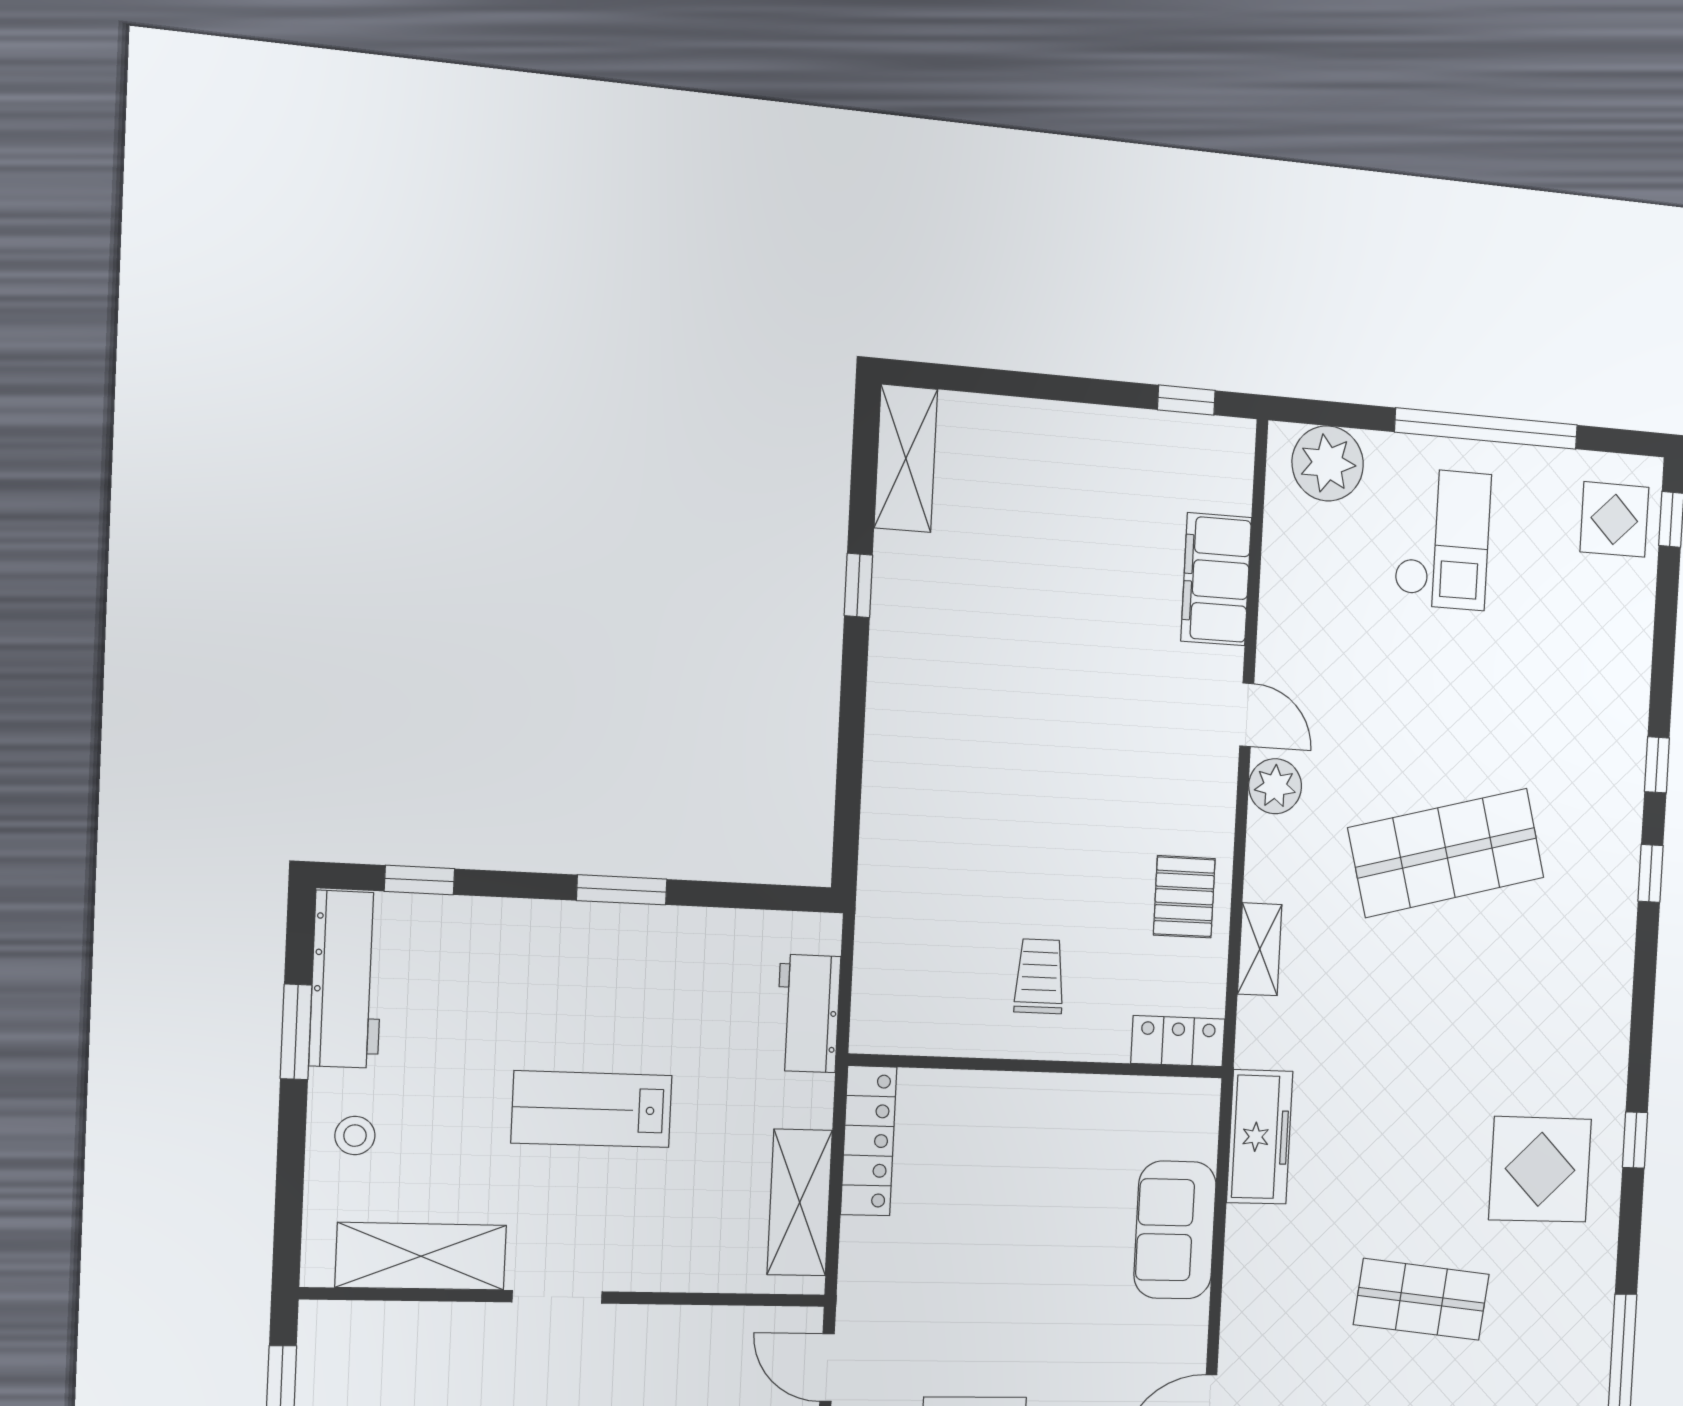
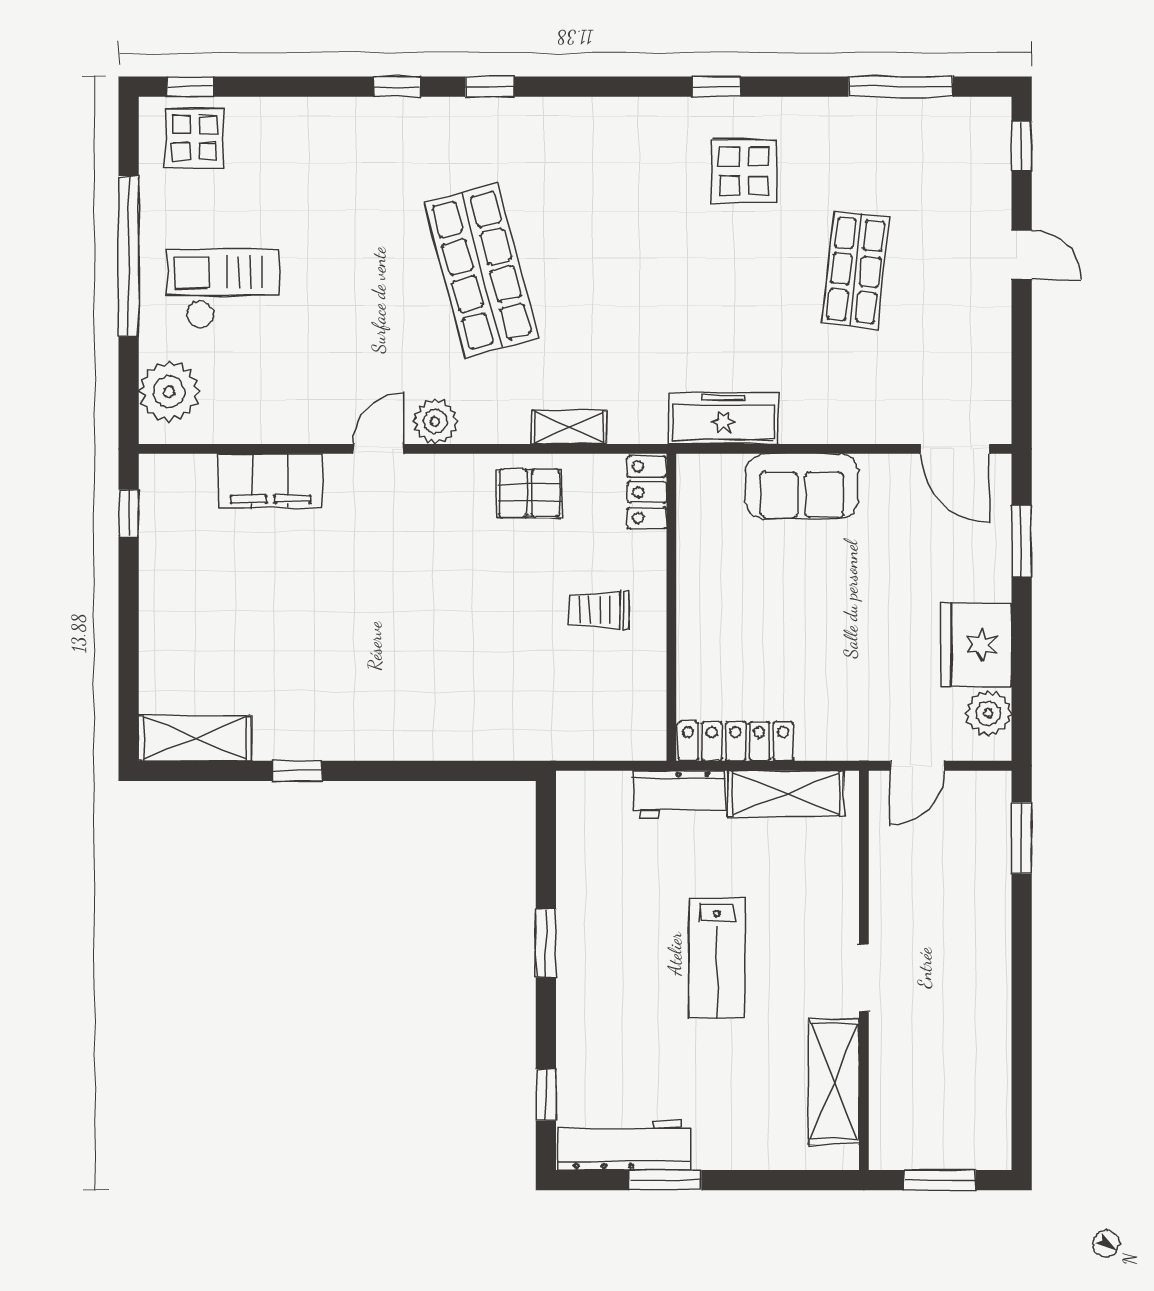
workbench: (808, 1014) -> (679, 794), moved
stool: (355, 1136) -> (743, 1134), removed
display table: (1540, 1169) -> (744, 171), width x0.73, depth x0.73

